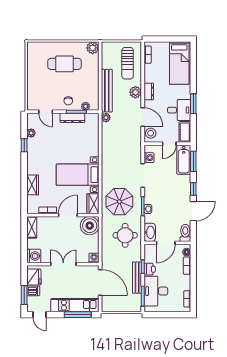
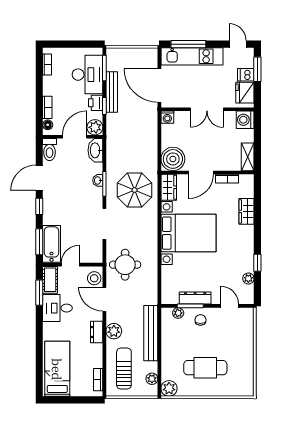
window: (193, 104) -> (39, 293), moved
plant: (106, 118) -> (152, 379), moved
washing machine: (149, 158) -> (96, 247), removed
bed with nightstands: (78, 175) -> (188, 233), width x1.36
round table: (125, 235) -> (125, 265), moved
plant: (150, 250) -> (95, 127), added

